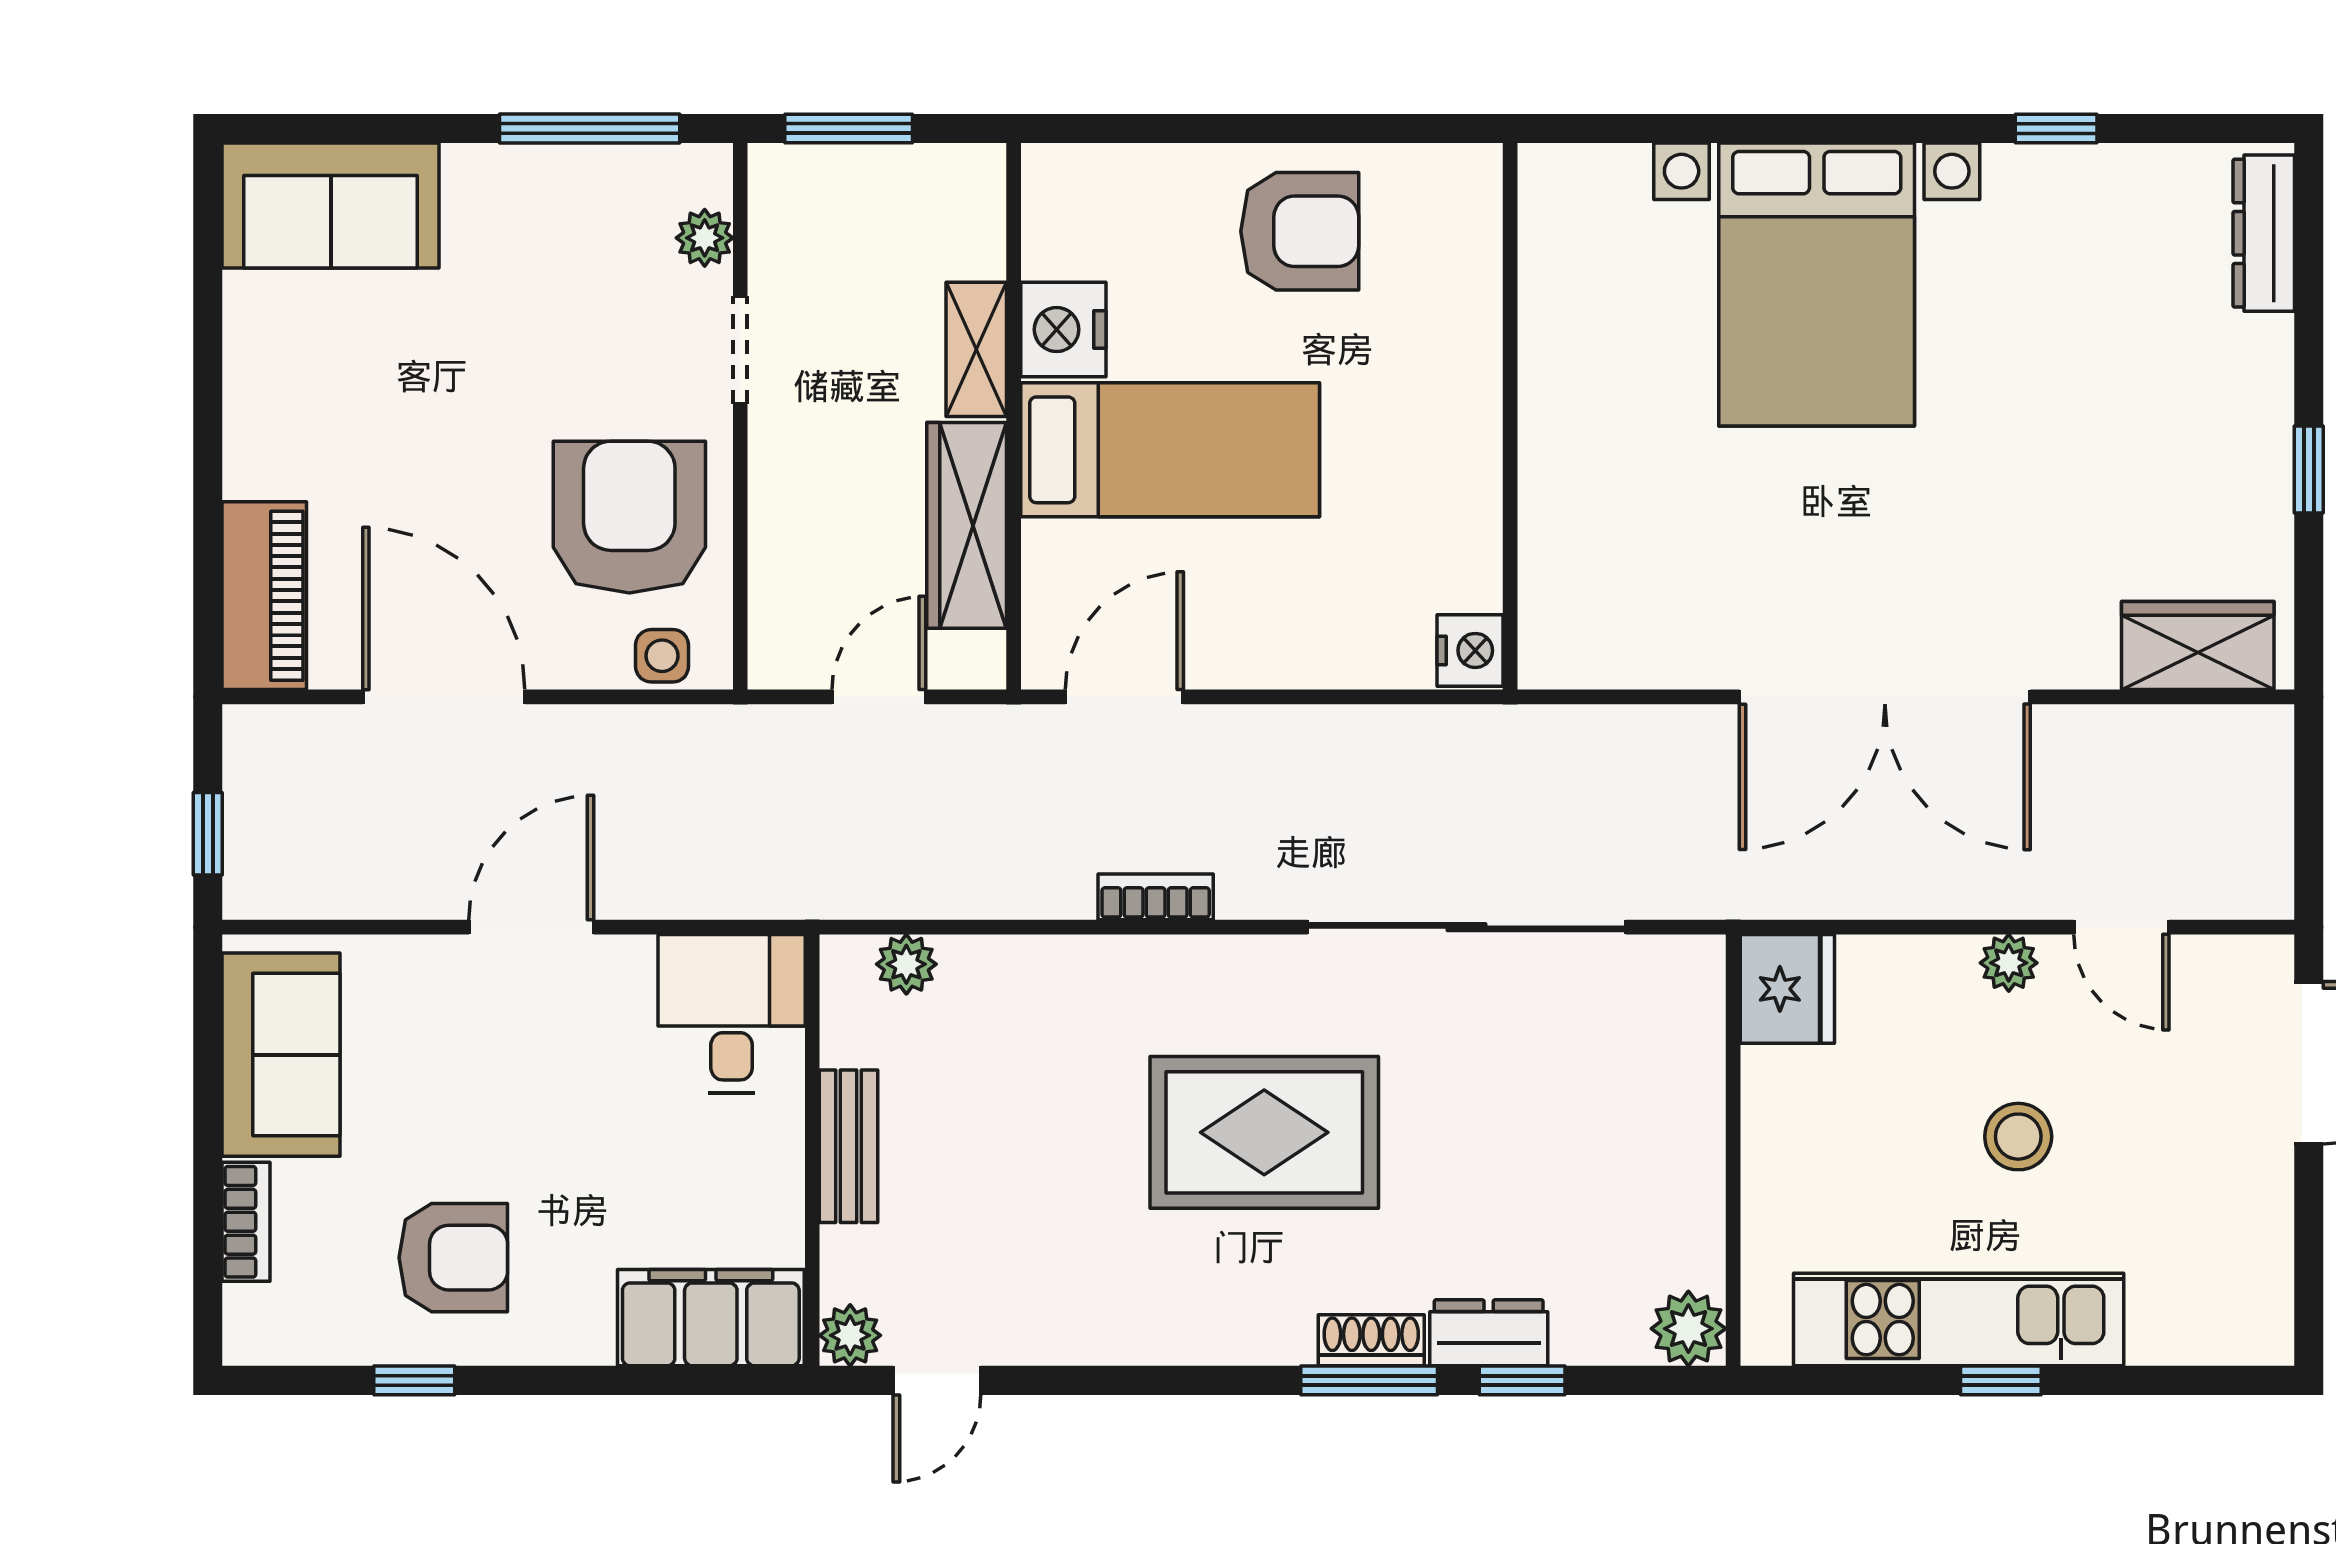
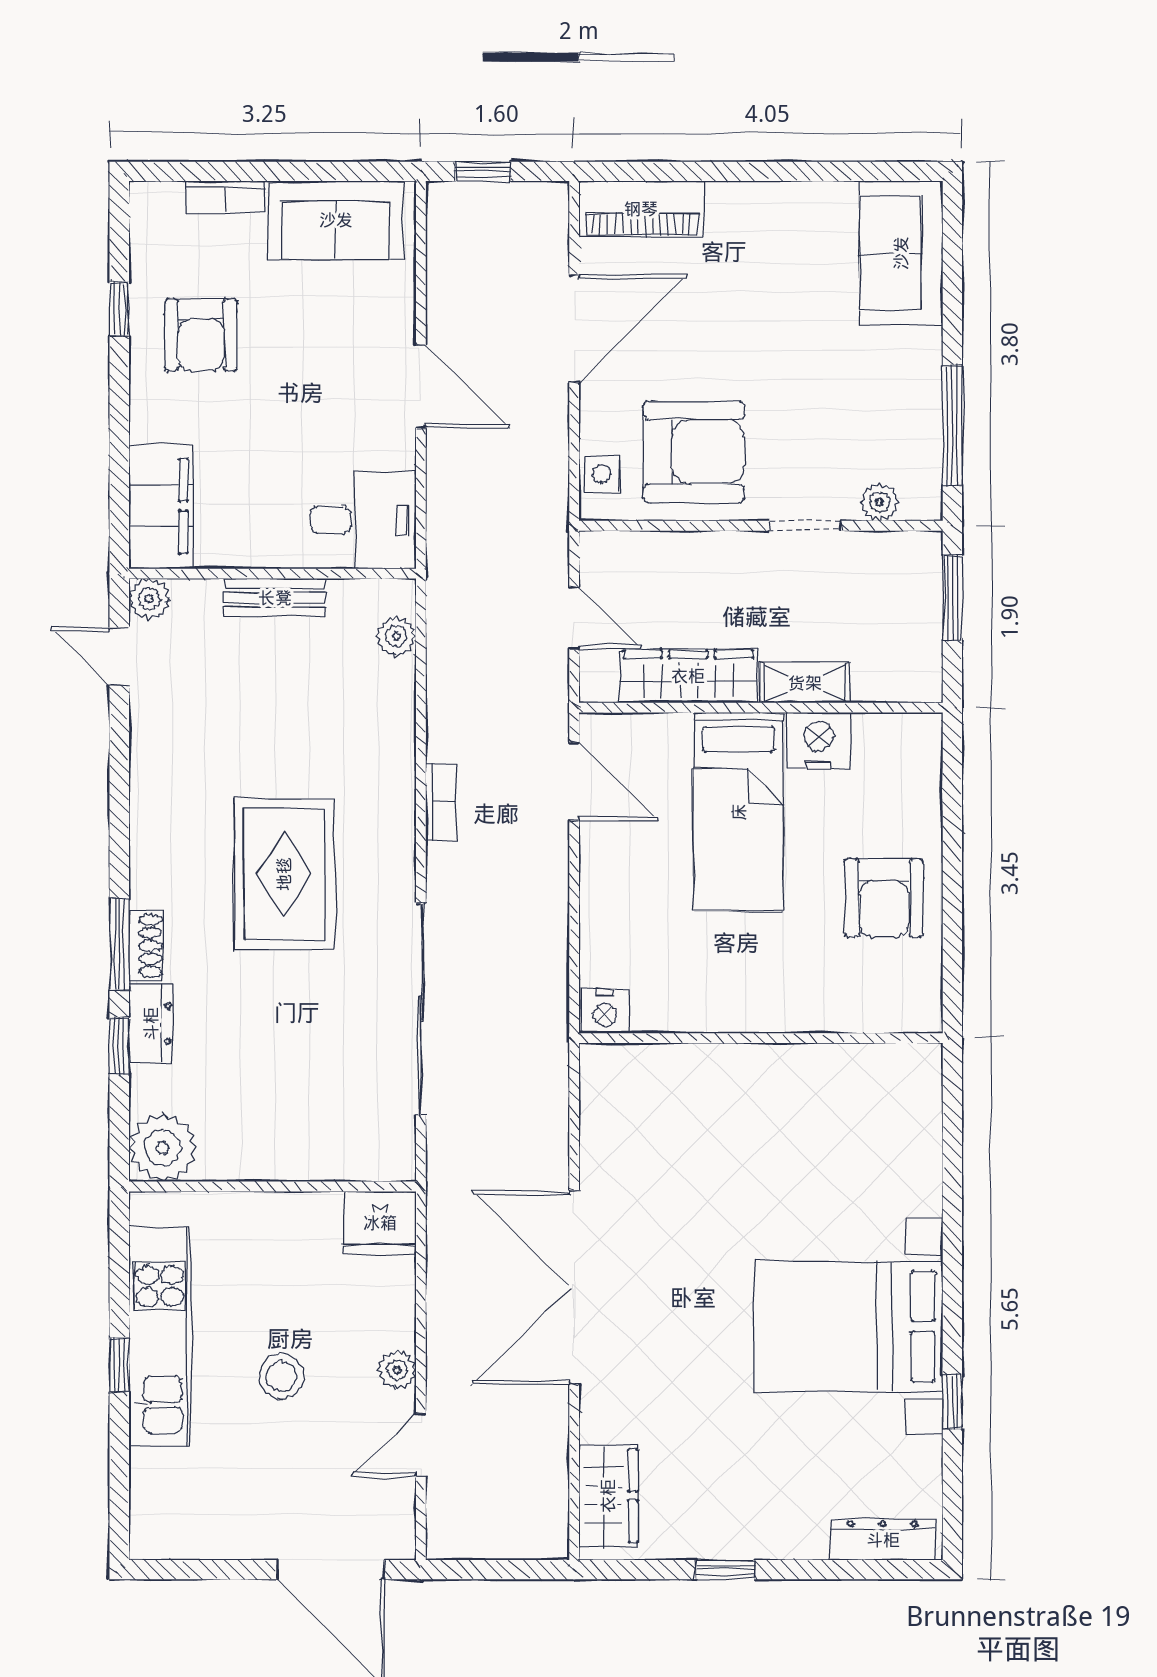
bed with nightstands: (1817, 285) -> (849, 1326), moved
plant: (1688, 1329) -> (163, 1148), width x1.36, depth x1.36

